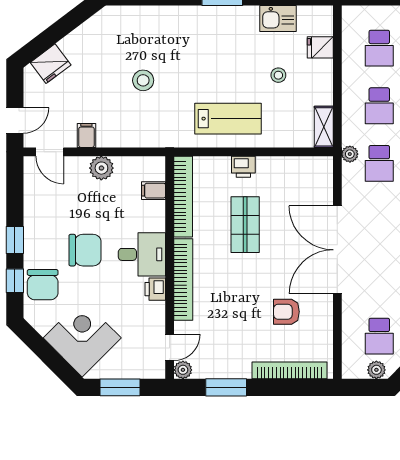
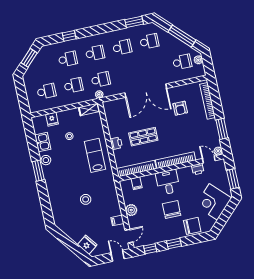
stool: (240, 17) -> (46, 160), added
window: (15, 281) -> (150, 249), moved
printer: (155, 289) -> (198, 169), moved

